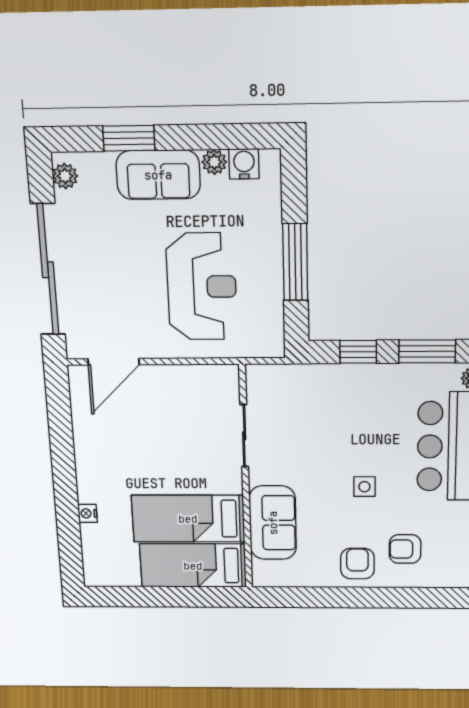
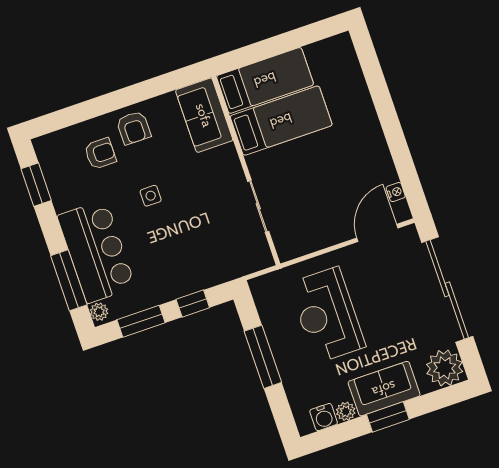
window: (129, 138) -> (388, 417), moved
plant: (65, 176) -> (445, 368), width x1.87, depth x1.87
nightstand: (87, 513) -> (396, 192), moved
sofa: (273, 523) -> (204, 115), moved

